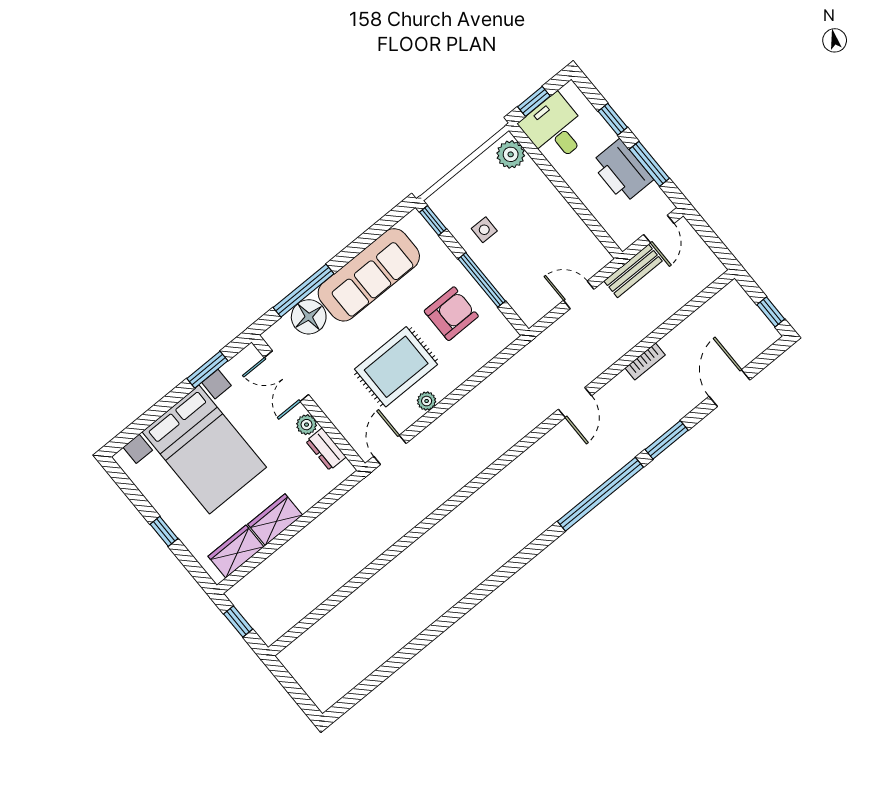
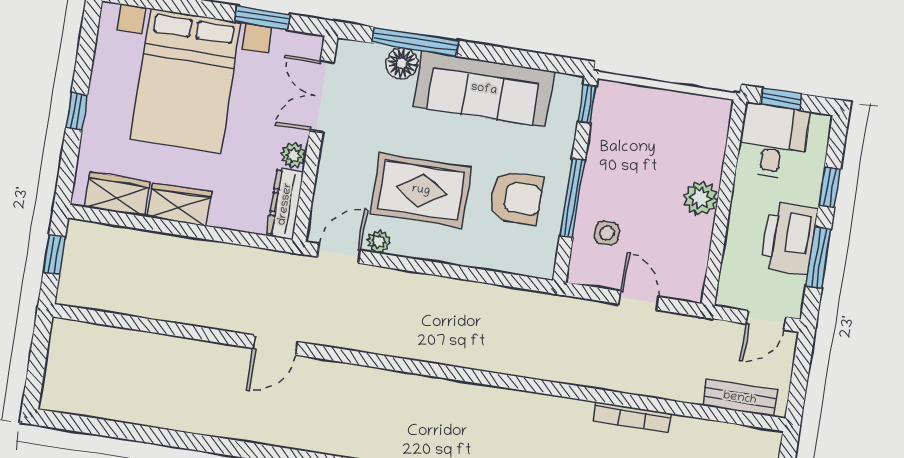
plant: (511, 154) -> (701, 198), moved
side table: (484, 230) -> (607, 233), moved
bench: (633, 271) -> (740, 398), moved
floor lamp: (309, 317) -> (402, 63), width x0.73, depth x0.73
bookcase: (645, 361) -> (632, 417), width x1.56
plant: (427, 401) -> (379, 241), moved
door: (575, 402) -> (275, 345), moved
dresser: (326, 449) -> (285, 204), width x1.44

